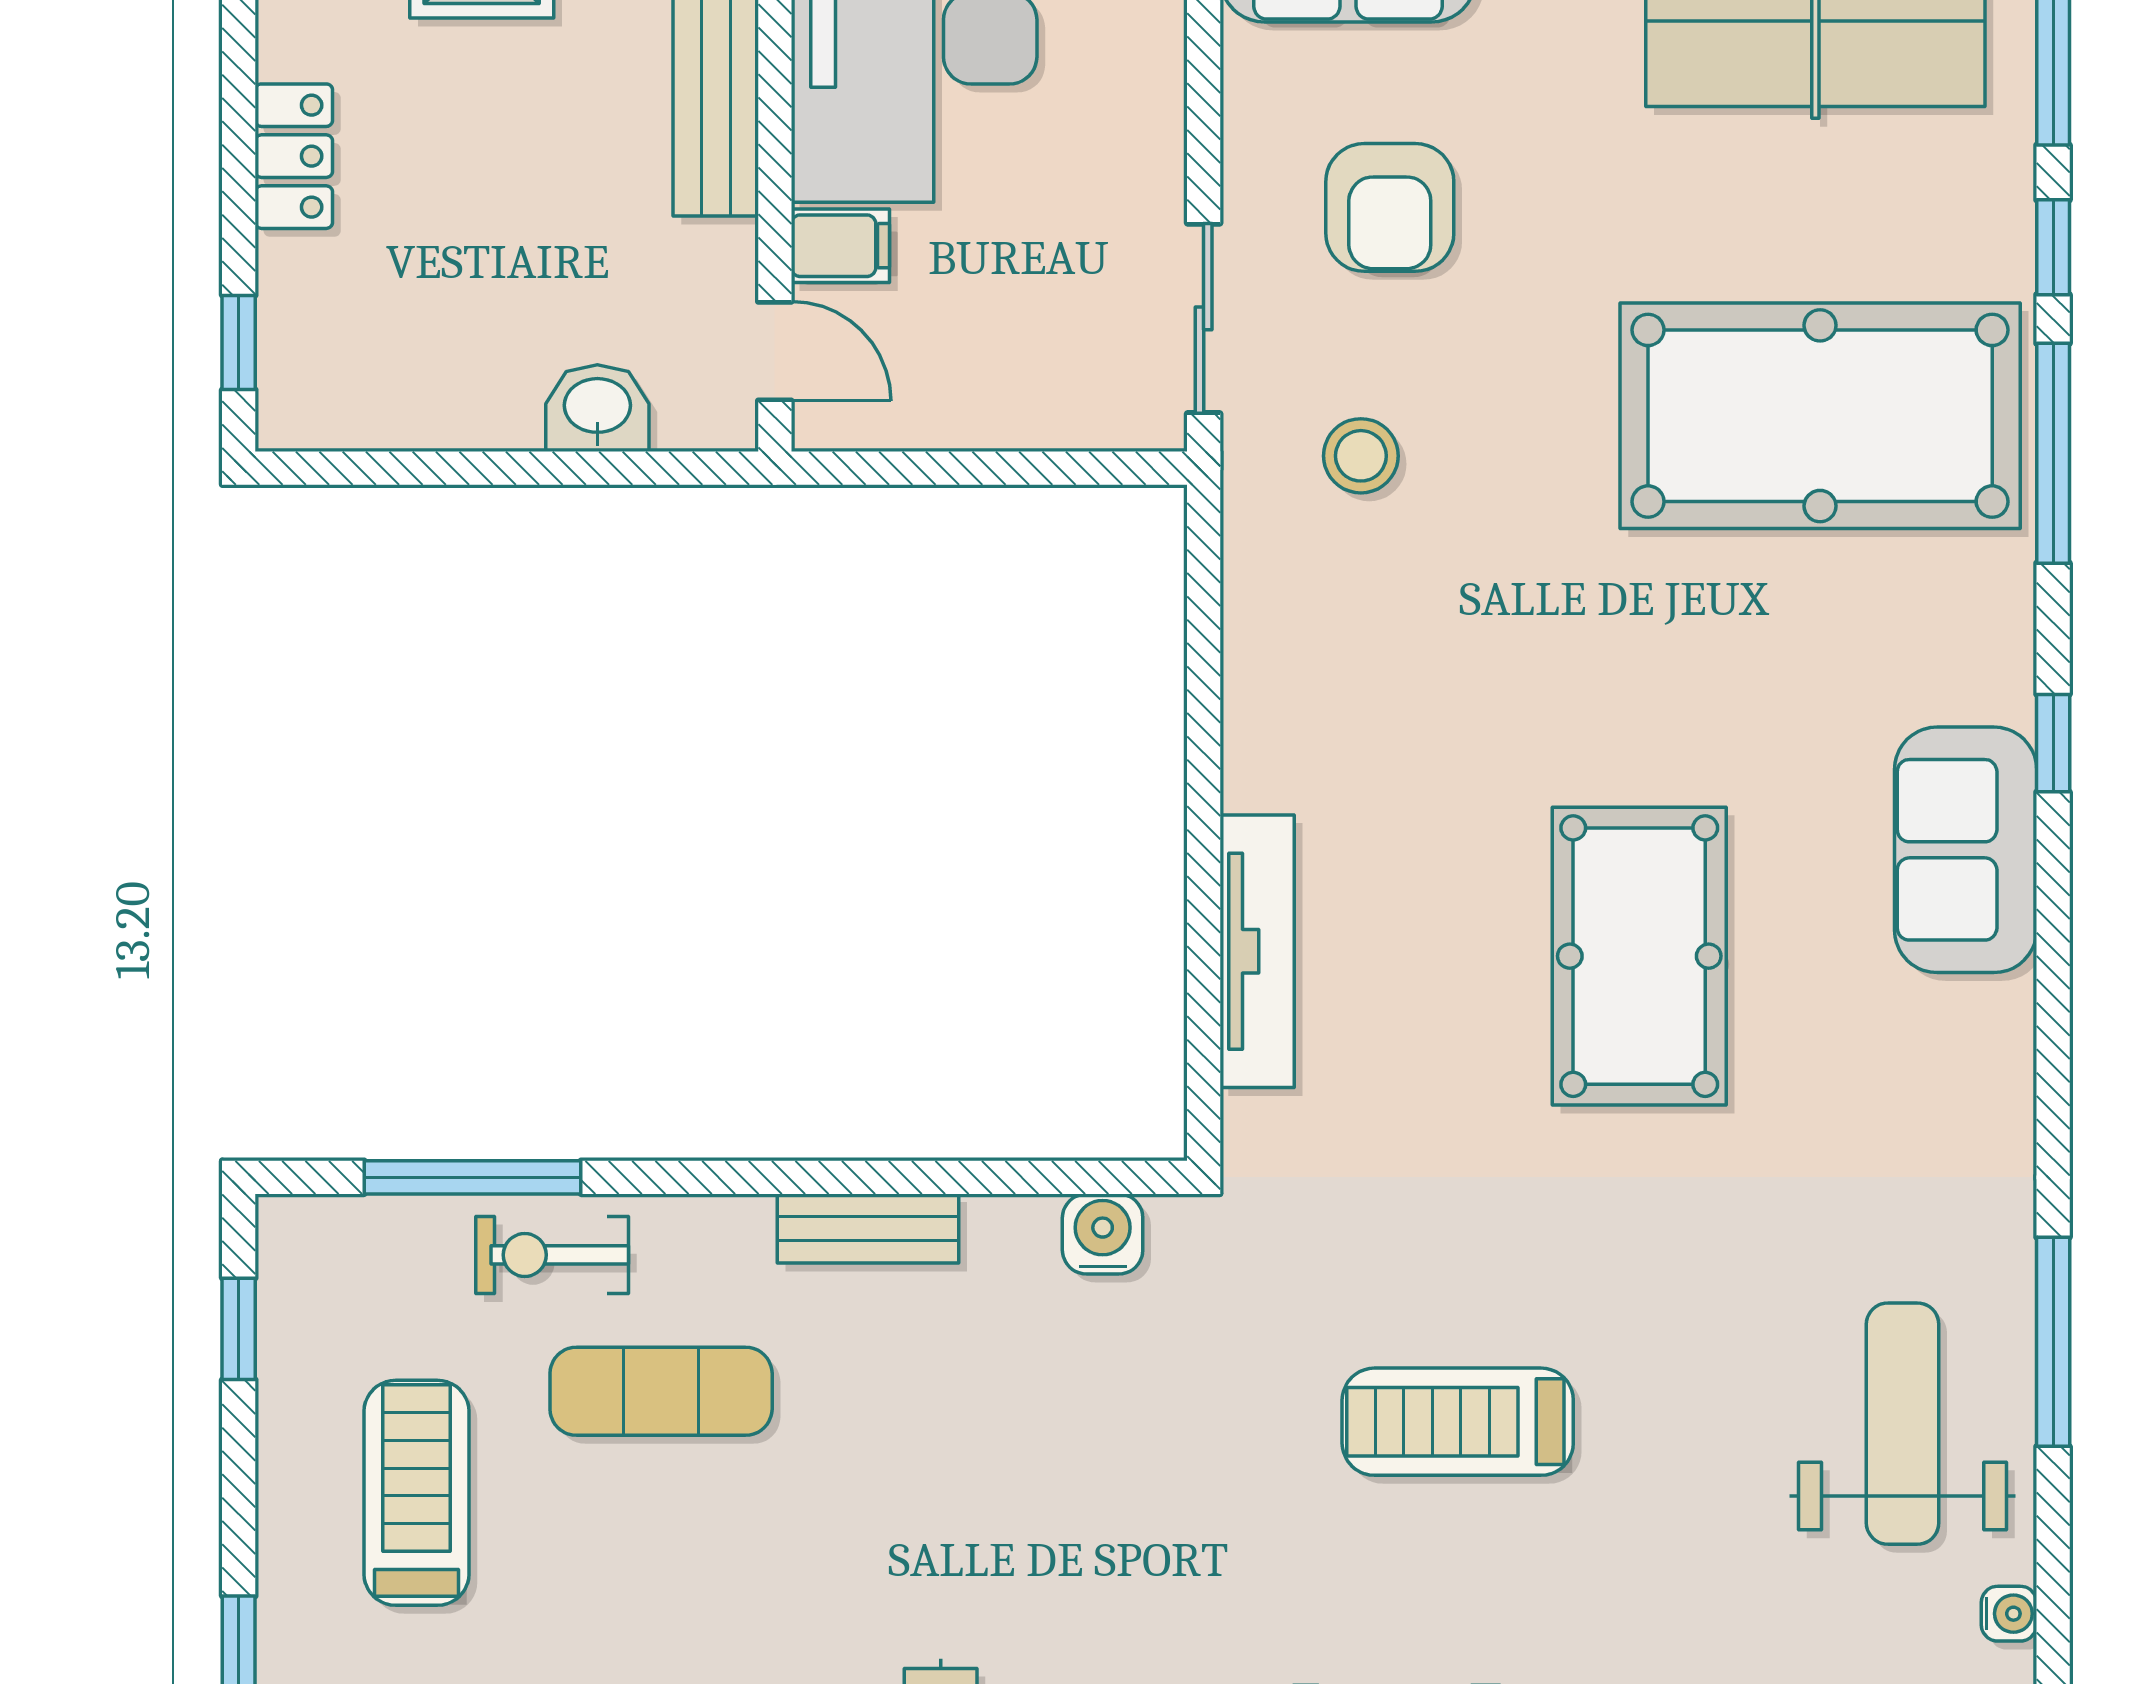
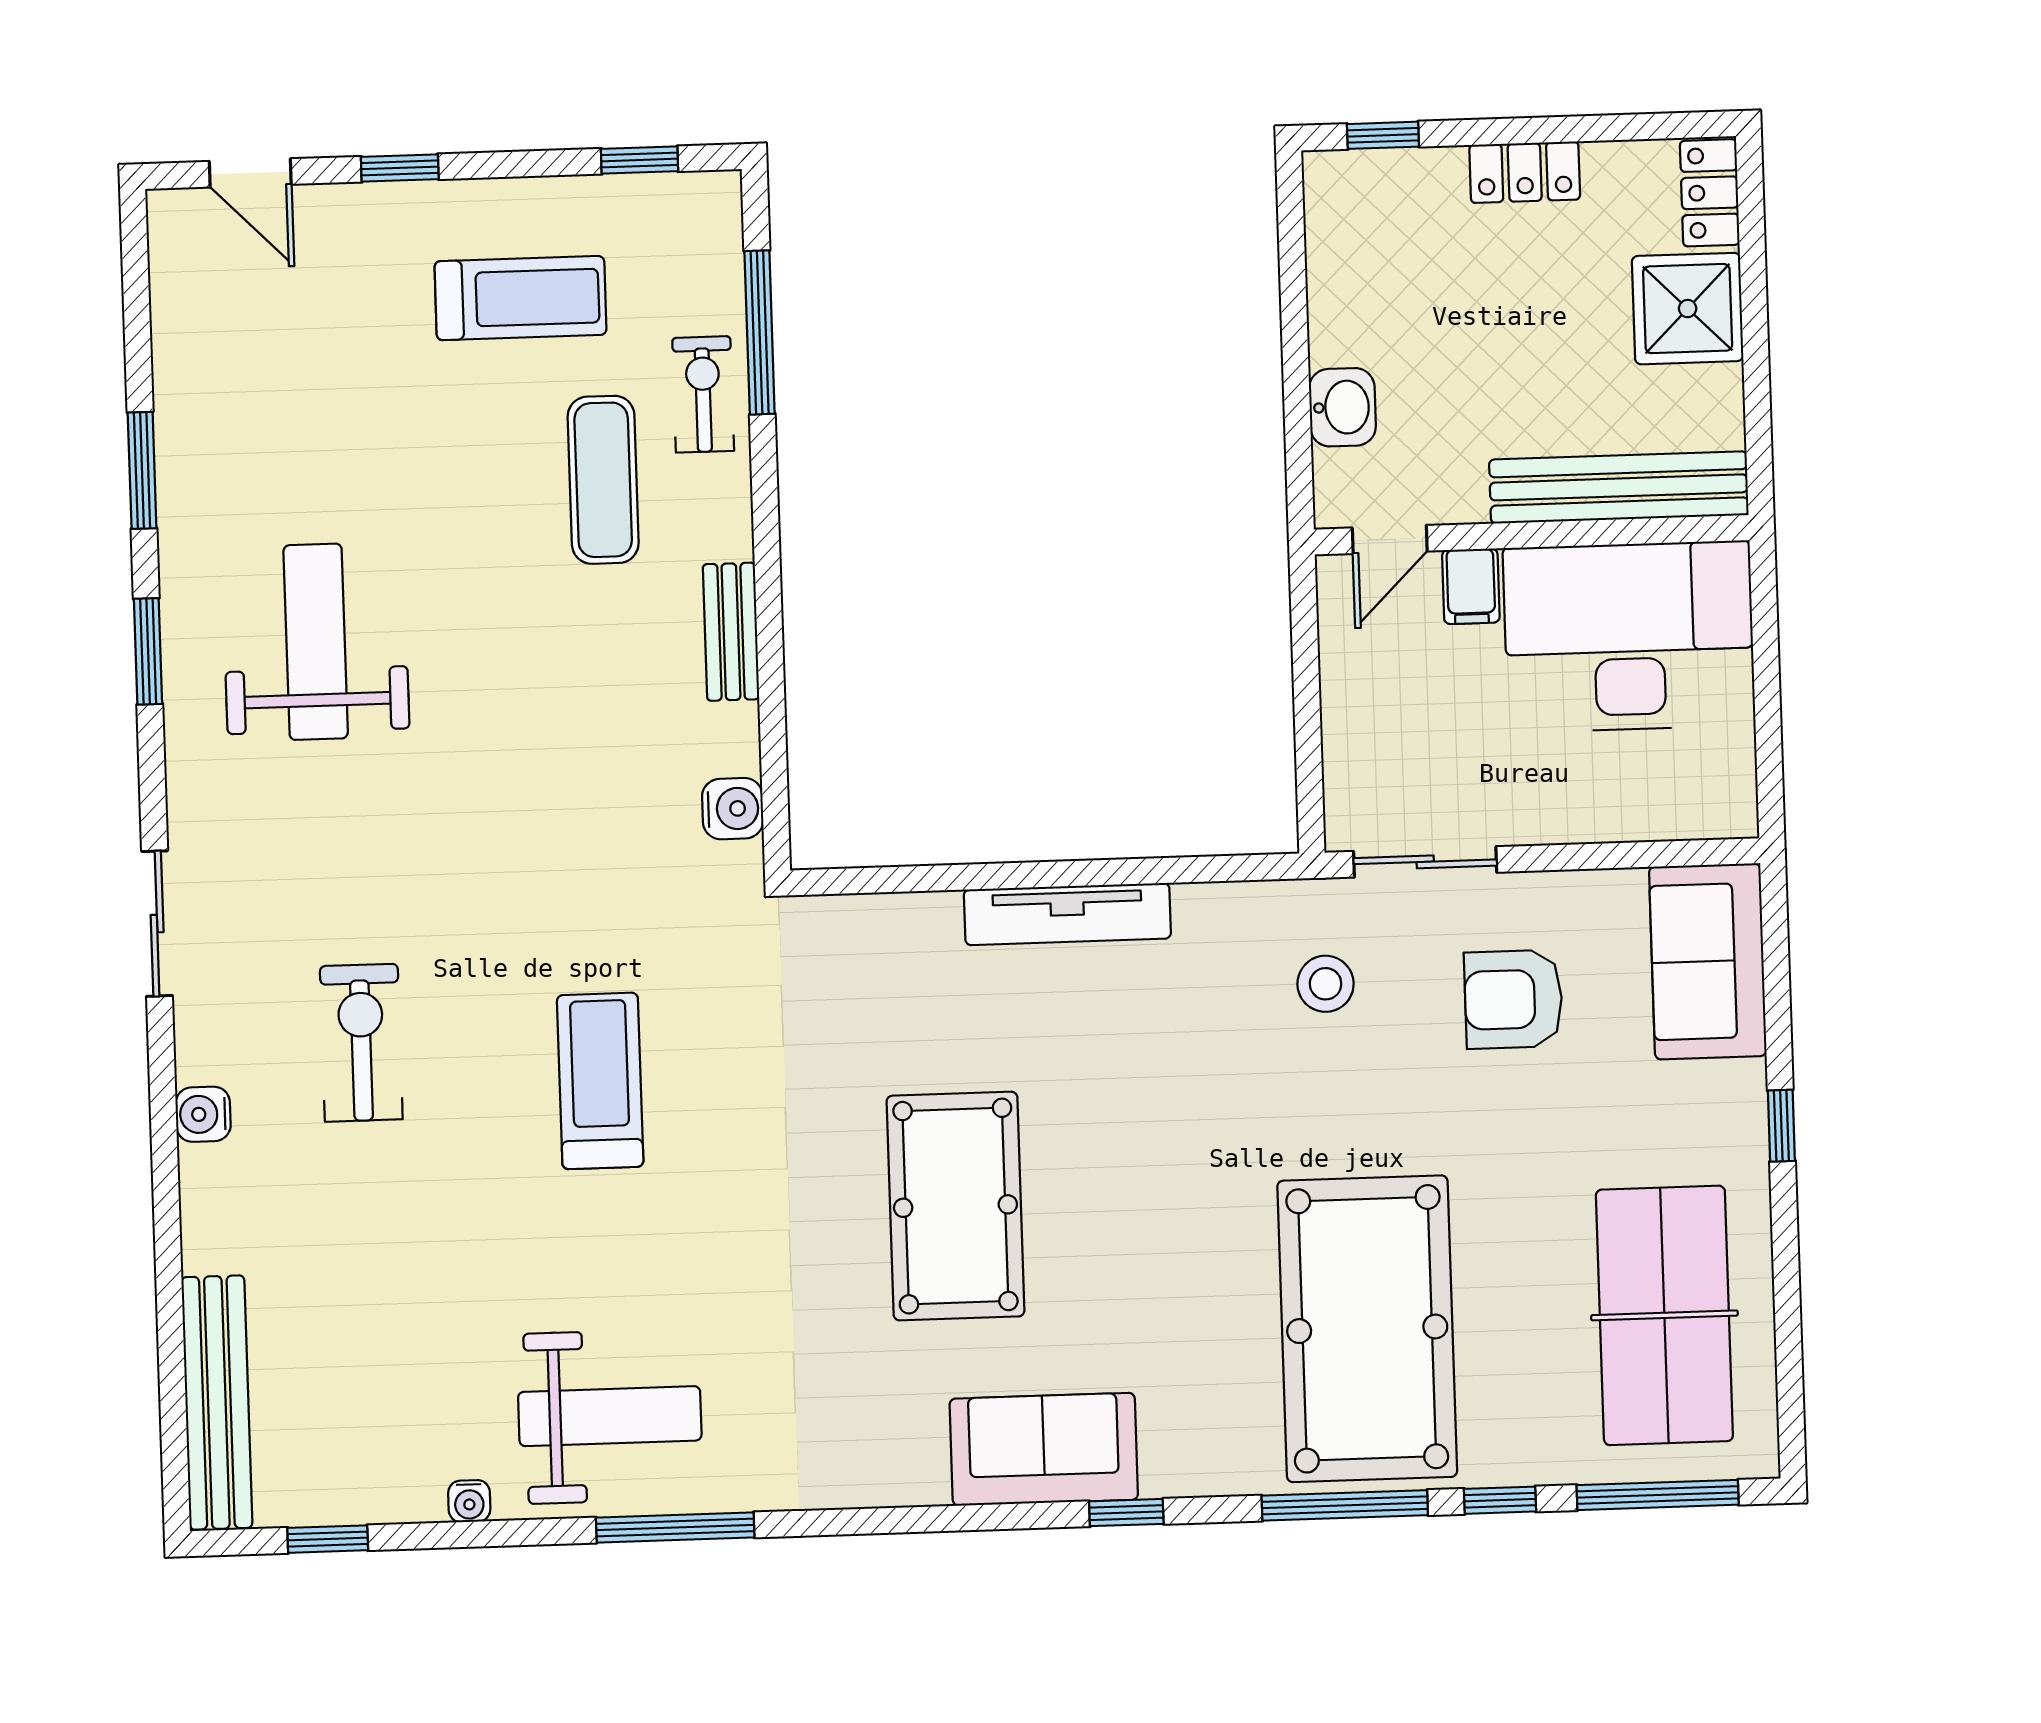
tv unit: (1257, 951) -> (1067, 914), moved
pool table: (1639, 956) -> (955, 1206), turned 90

